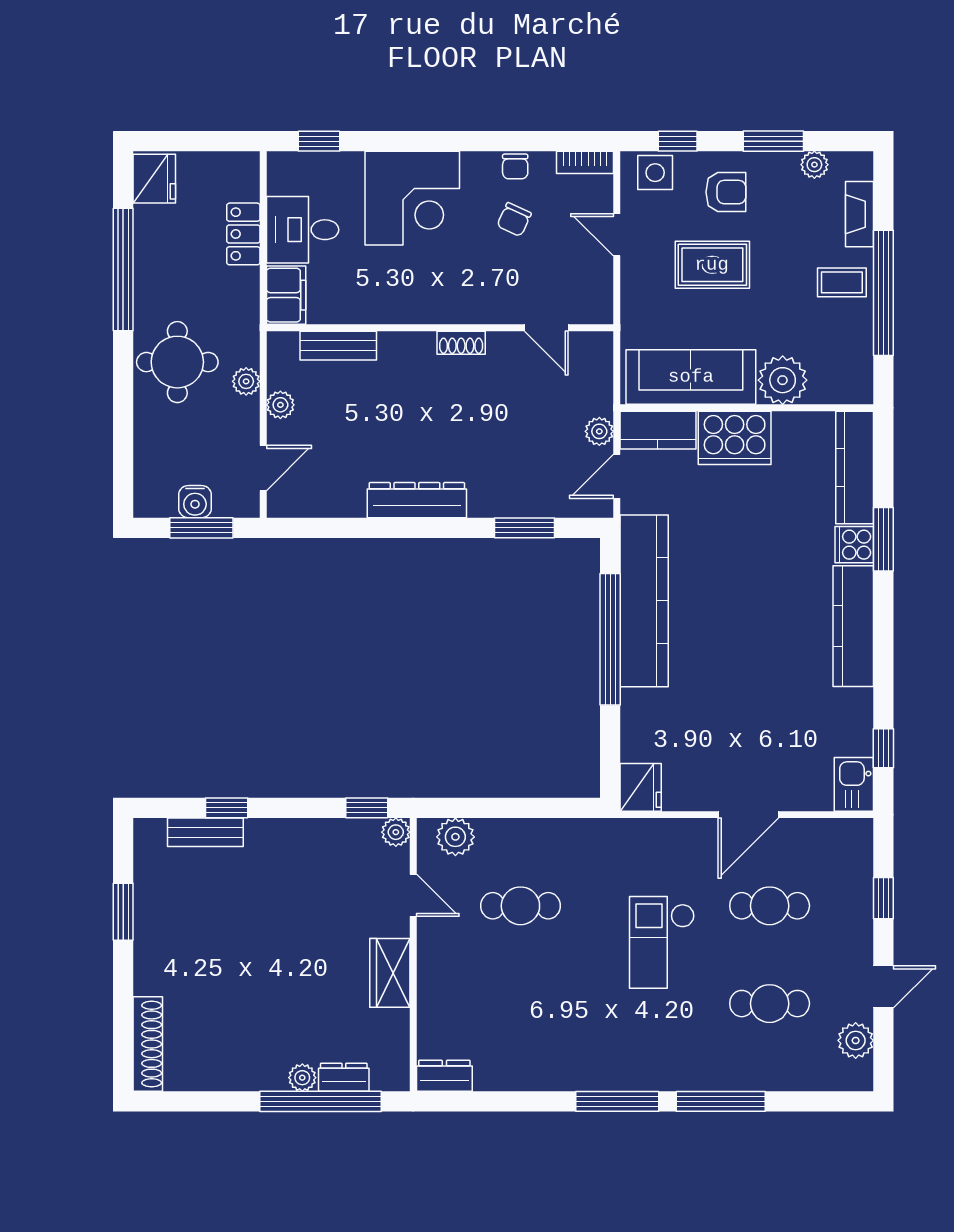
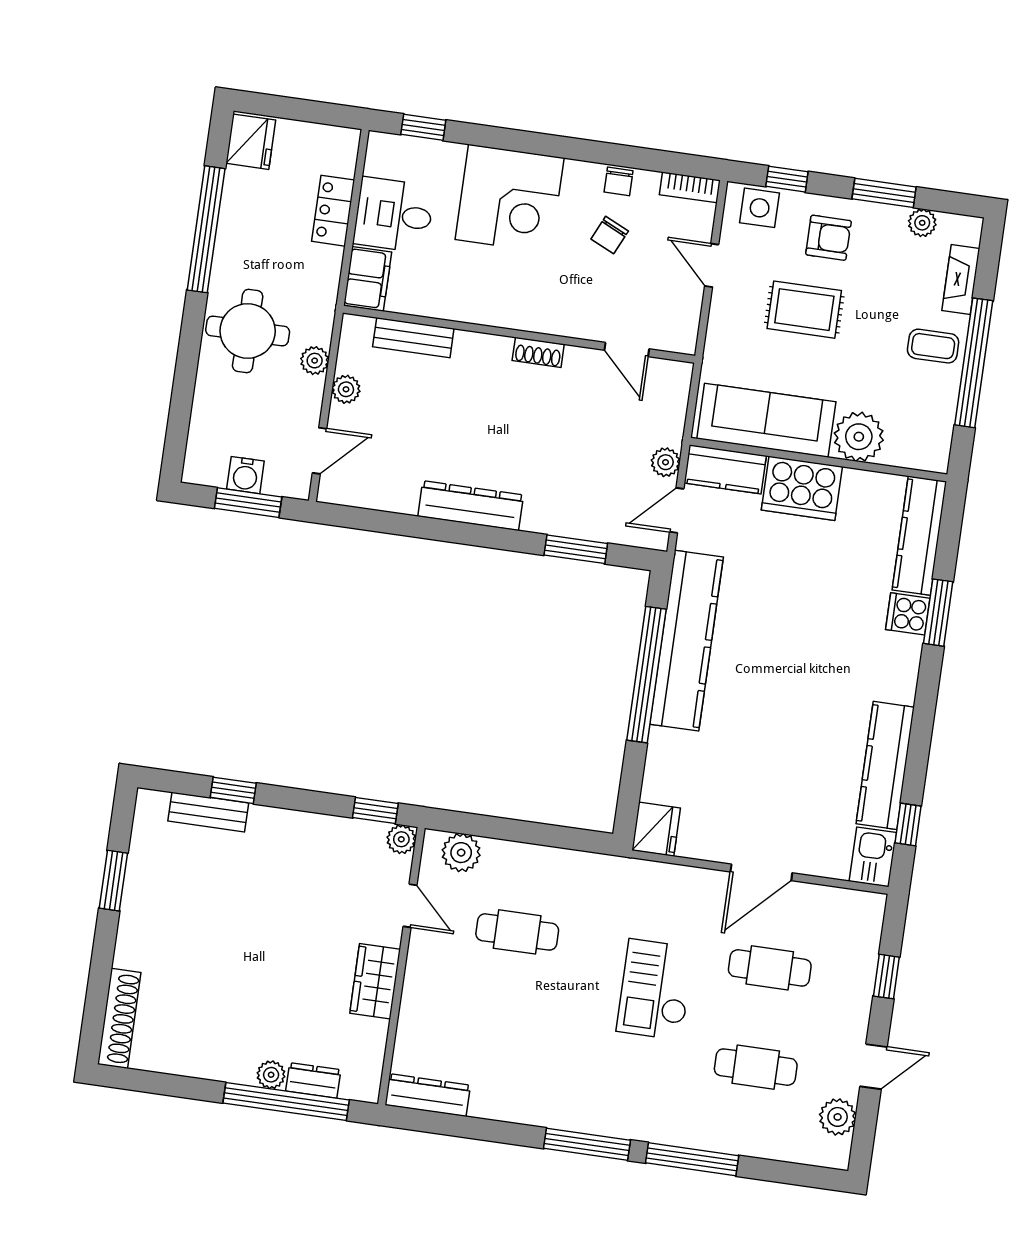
kitchen counter: (853, 626) -> (885, 765), moved
dresser: (444, 1076) -> (428, 1095), width x1.44

